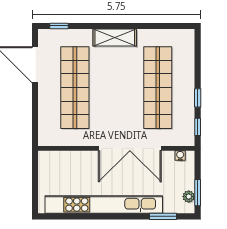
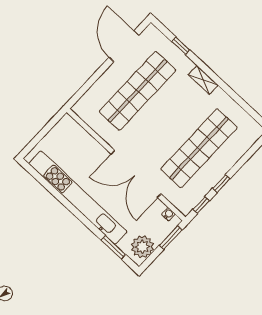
window: (59, 26) -> (181, 46), moved
shelving: (115, 38) -> (203, 80), width x0.67, depth x0.75
window: (198, 193) -> (171, 238), moved
plant: (189, 197) -> (142, 247), width x1.88, depth x1.88

